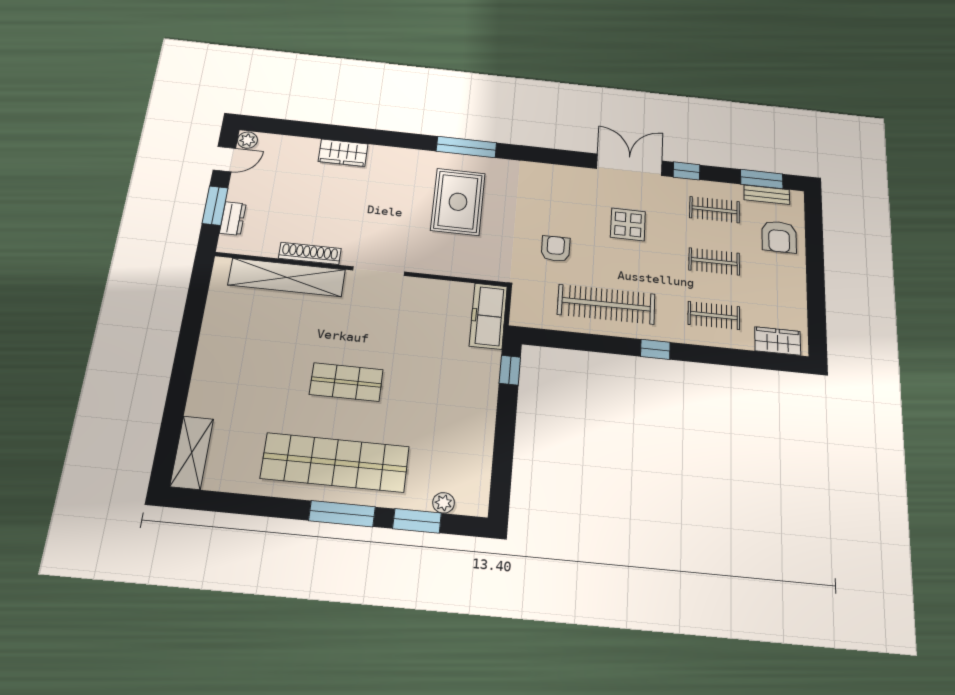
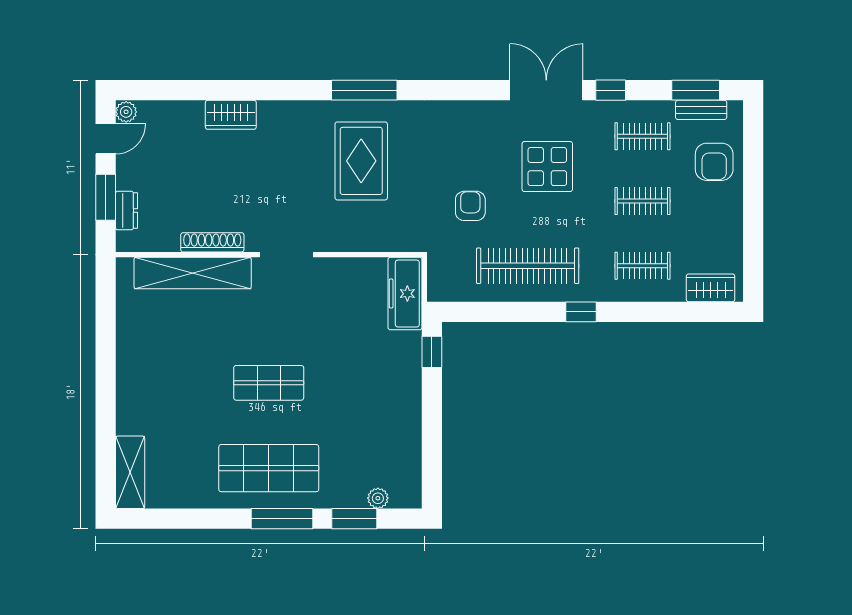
display table: (628, 224) -> (547, 167), width x1.36, depth x1.36
shop shelf: (335, 462) -> (269, 468), width x0.71

